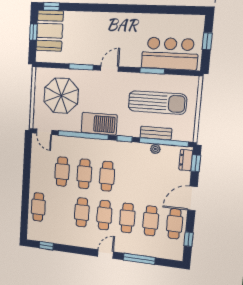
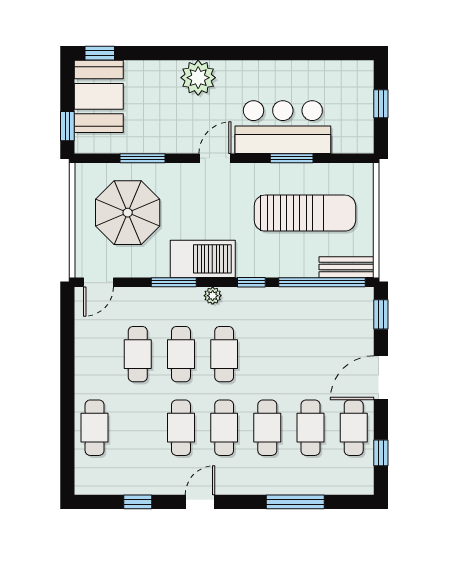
plant: (103, 22) -> (198, 78), added
window: (33, 32) -> (67, 126), moved
bar counter: (170, 54) -> (283, 127), moved
window: (81, 67) -> (142, 158), moved
door: (44, 132) -> (99, 282), hinge flipped
bench: (156, 133) -> (346, 267), moved
window: (83, 135) -> (174, 282), width x0.47
plant: (155, 149) -> (213, 296), moved
dresser: (186, 160) -> (363, 310), removed
window: (46, 246) -> (138, 502), moved
door: (106, 254) -> (200, 502), moved

